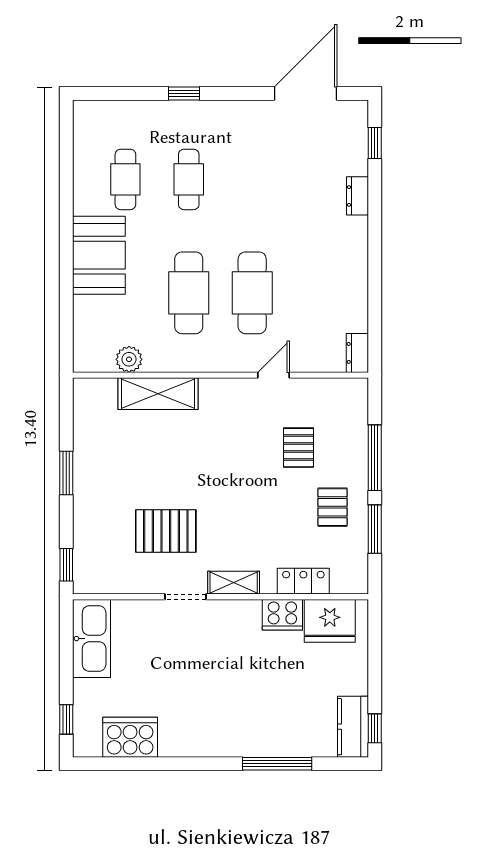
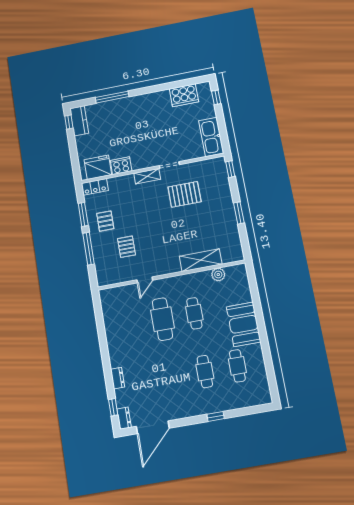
cafe table: (189, 293) -> (194, 313), width x0.73, depth x0.74
dresser: (357, 353) -> (124, 418), moved
locker: (303, 581) -> (95, 187), moved

